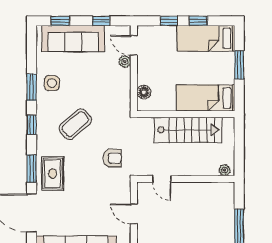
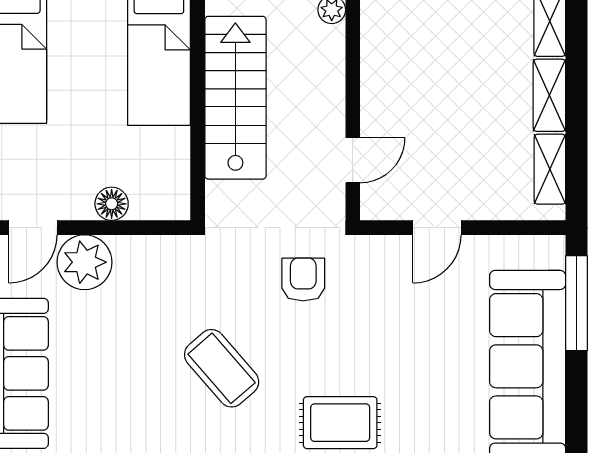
plant: (125, 62) -> (84, 262), width x1.87, depth x1.87
side table: (52, 83) -> (123, 424), removed
floor lamp: (144, 92) -> (112, 204), moved

